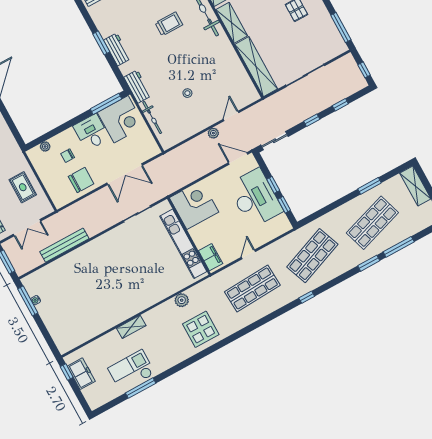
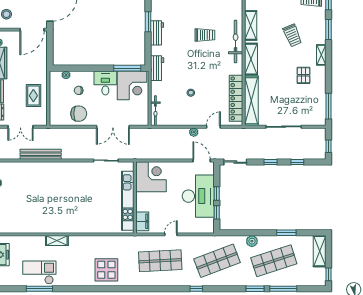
locker: (238, 73) -> (236, 98), added
bicycle: (152, 117) -> (155, 111), moved
plant: (182, 300) -> (252, 241), moved

